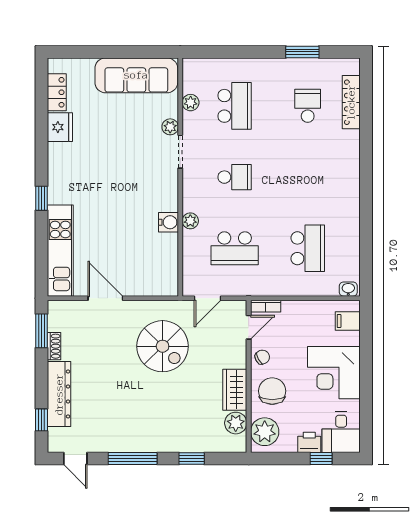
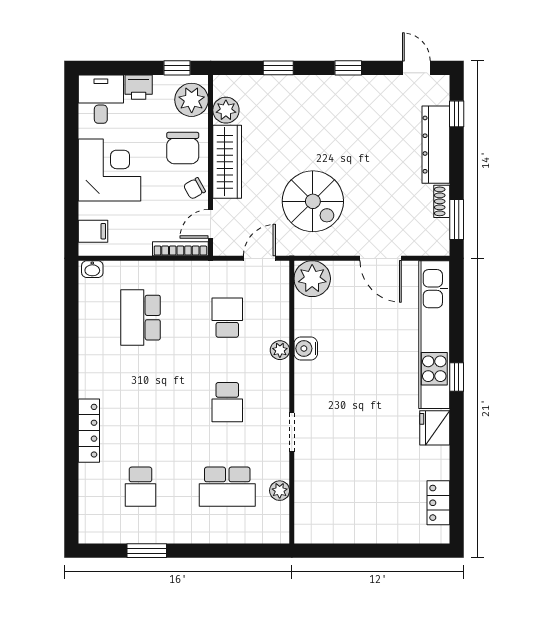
sofa: (136, 75) -> (344, 523), removed
locker: (351, 102) -> (89, 431), moved
school desk: (235, 106) -> (227, 487), turned -90
fridge: (60, 127) -> (435, 428), moved
plant: (170, 127) -> (312, 279), moved, width x1.87, depth x1.87
school desk: (235, 177) -> (227, 402), turned -90
school desk: (235, 248) -> (227, 318), width x0.54
kitchen unit: (60, 251) -> (434, 335), width x1.36
bookcase: (266, 306) -> (180, 249), width x1.56
spiral stairs: (163, 346) -> (313, 201), turned 180
wardrobe: (235, 390) -> (227, 162), width x1.50
window: (133, 459) -> (348, 68), width x0.46
window: (321, 459) -> (177, 68), moved

